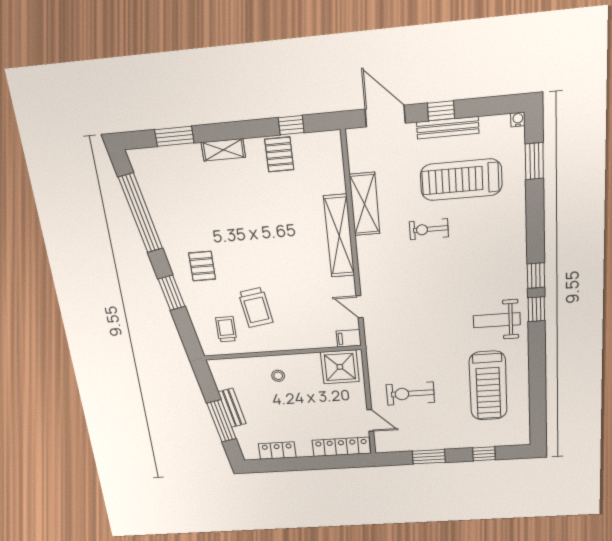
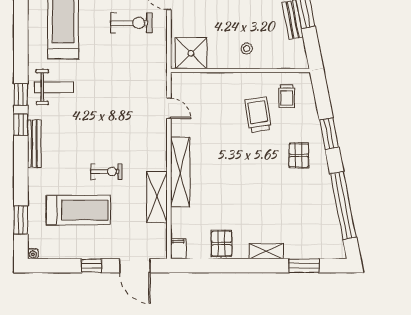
window: (291, 125) -> (209, 266), removed
bench: (448, 128) -> (34, 144), moved, turned 90
filing cabinet: (349, 338) -> (178, 249), moved, turned -90

